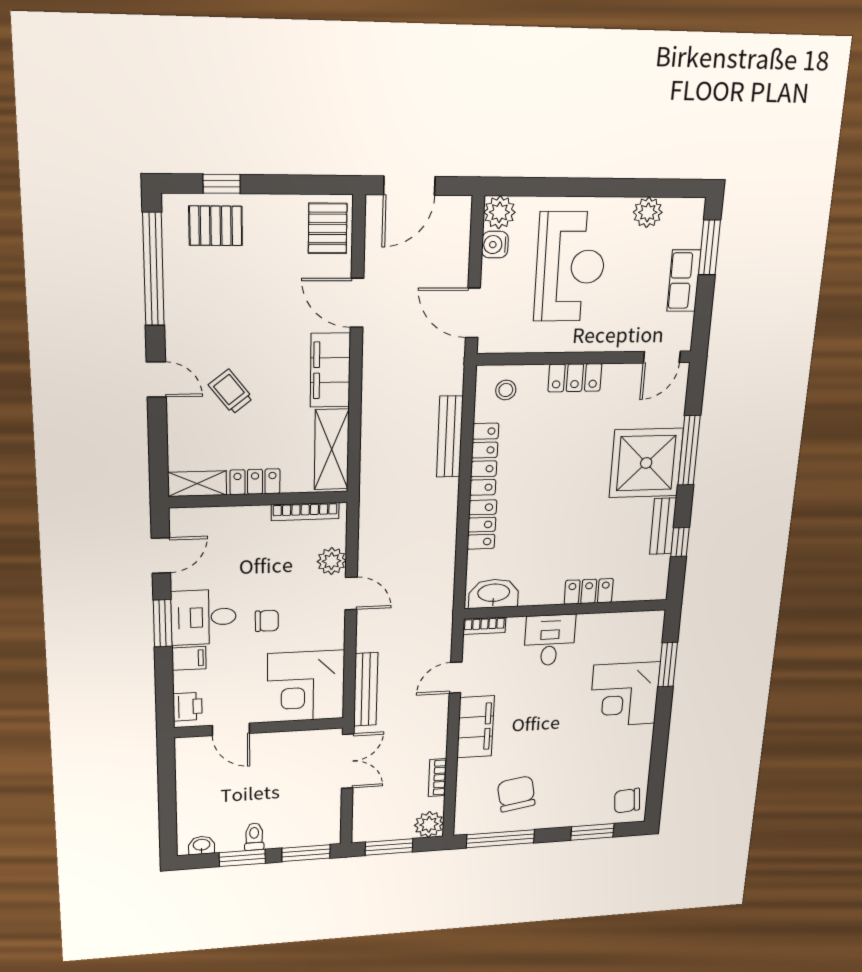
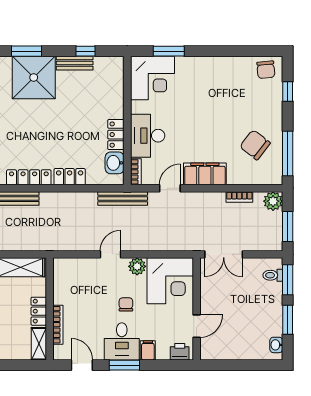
window: (689, 450) -> (26, 51), width x0.69
bookcase: (305, 512) -> (58, 325), moved
plant: (332, 561) -> (137, 266), moved
locker: (589, 591) -> (116, 135), moved
washbasin: (494, 594) -> (115, 163), width x0.72
desk: (550, 640) -> (148, 136), width x1.37
door: (456, 678) -> (170, 188), swing flipped
bench: (366, 689) -> (123, 199), moved
corner desk: (625, 694) -> (152, 78), moved
double door: (348, 761) -> (224, 254), swing flipped
chair: (516, 794) -> (255, 145), turned 48
window: (592, 832) -> (288, 92), width x0.67
toilet: (254, 837) -> (273, 275), moved

